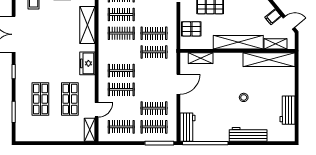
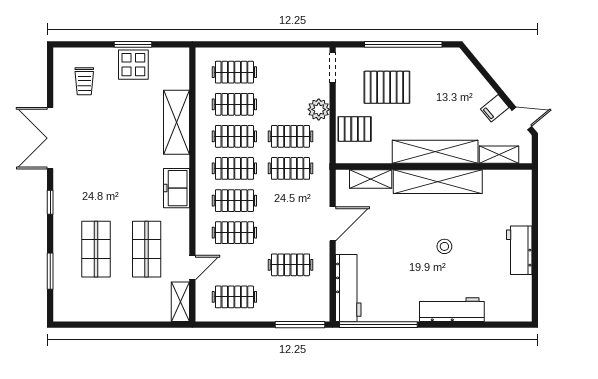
plant: (170, 17) -> (319, 109), added
shelving: (269, 60) -> (438, 182), moved
workbench: (287, 110) -> (519, 250), moved
clothes rail: (154, 127) -> (234, 168), moved
workbench: (188, 127) -> (348, 288), width x1.38

